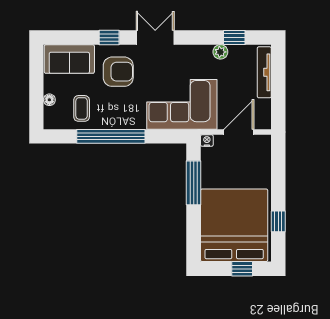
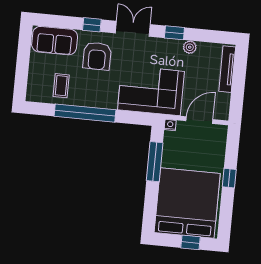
window: (234, 38) -> (174, 33), moved
armchair: (118, 72) -> (97, 56), turned 90
floor lamp: (49, 100) -> (33, 75), removed
window: (278, 221) -> (229, 178), moved

